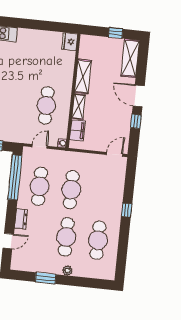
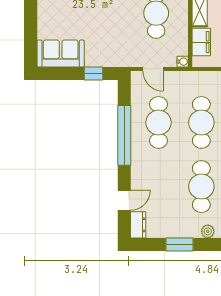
door: (40, 146) -> (153, 69), swing flipped
window: (15, 177) -> (124, 135), moved
dresser: (21, 219) -> (138, 225), moved

